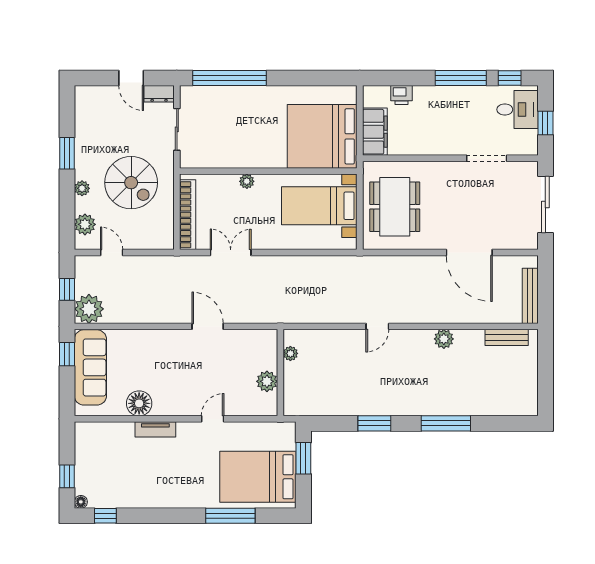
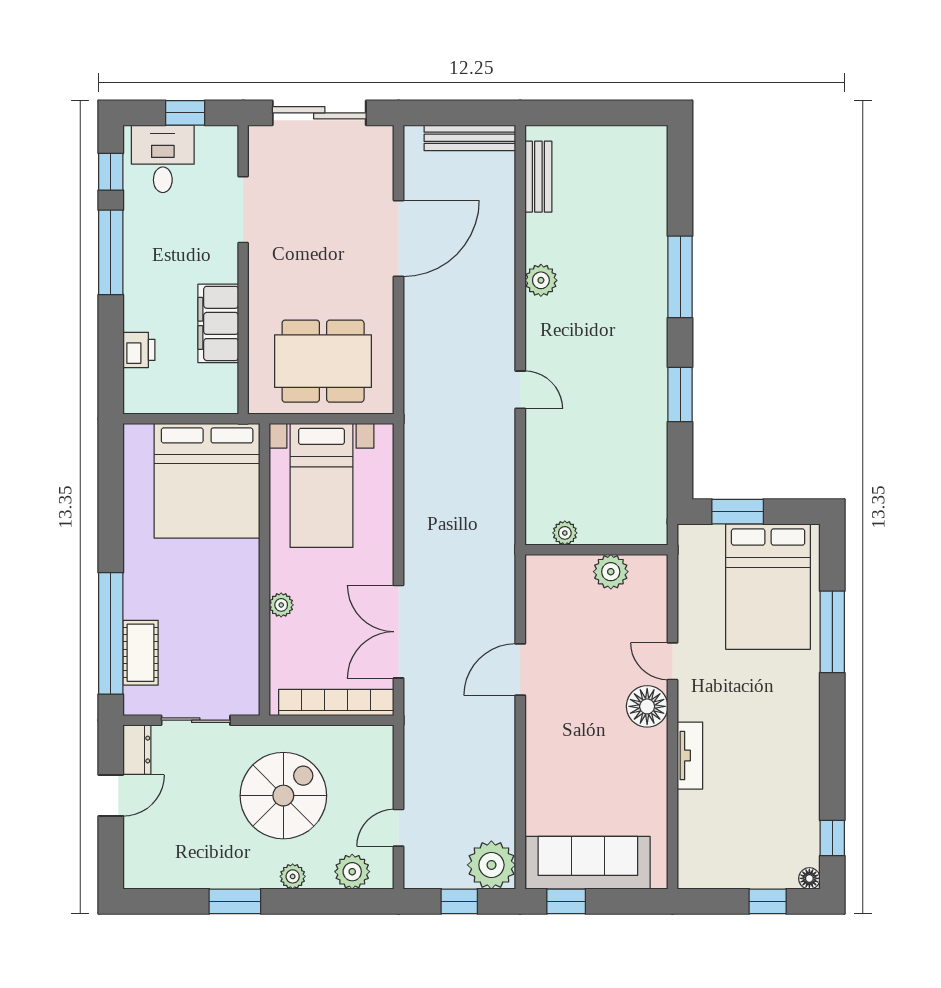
cot: (218, 96) -> (141, 653), added
filing cabinet: (375, 132) -> (218, 323), moved, turned -90
double door: (231, 252) -> (398, 632), width x1.37
floor lamp: (139, 403) -> (647, 706), moved

